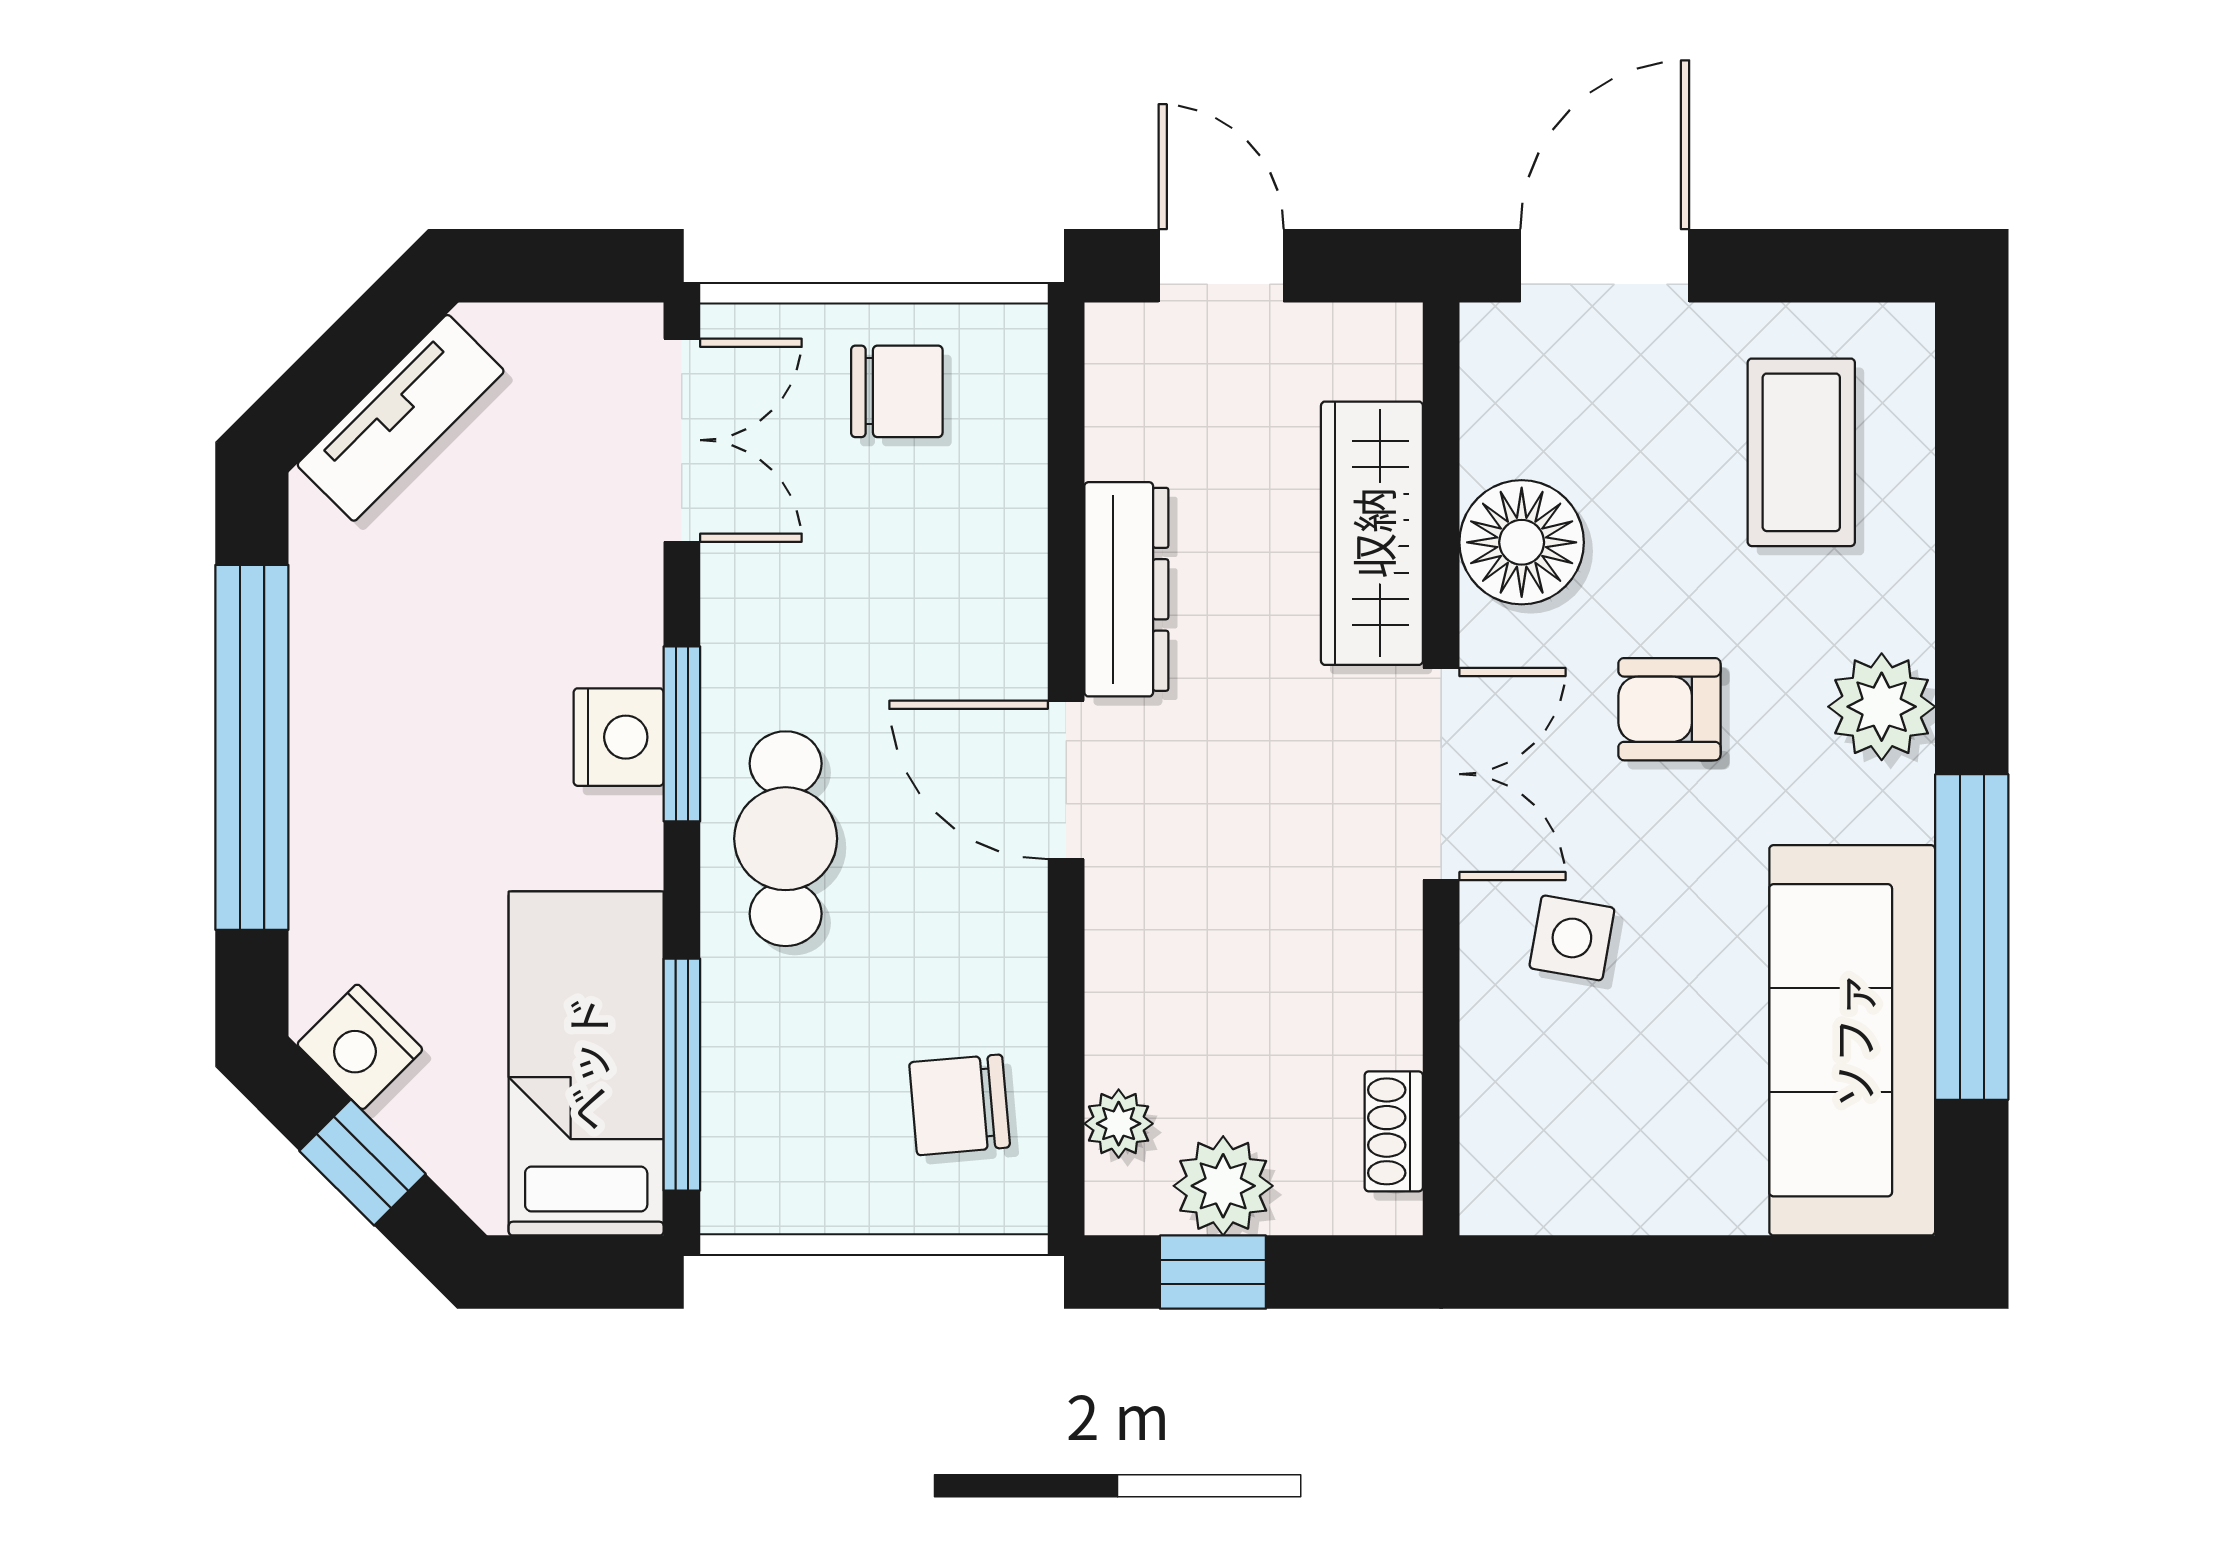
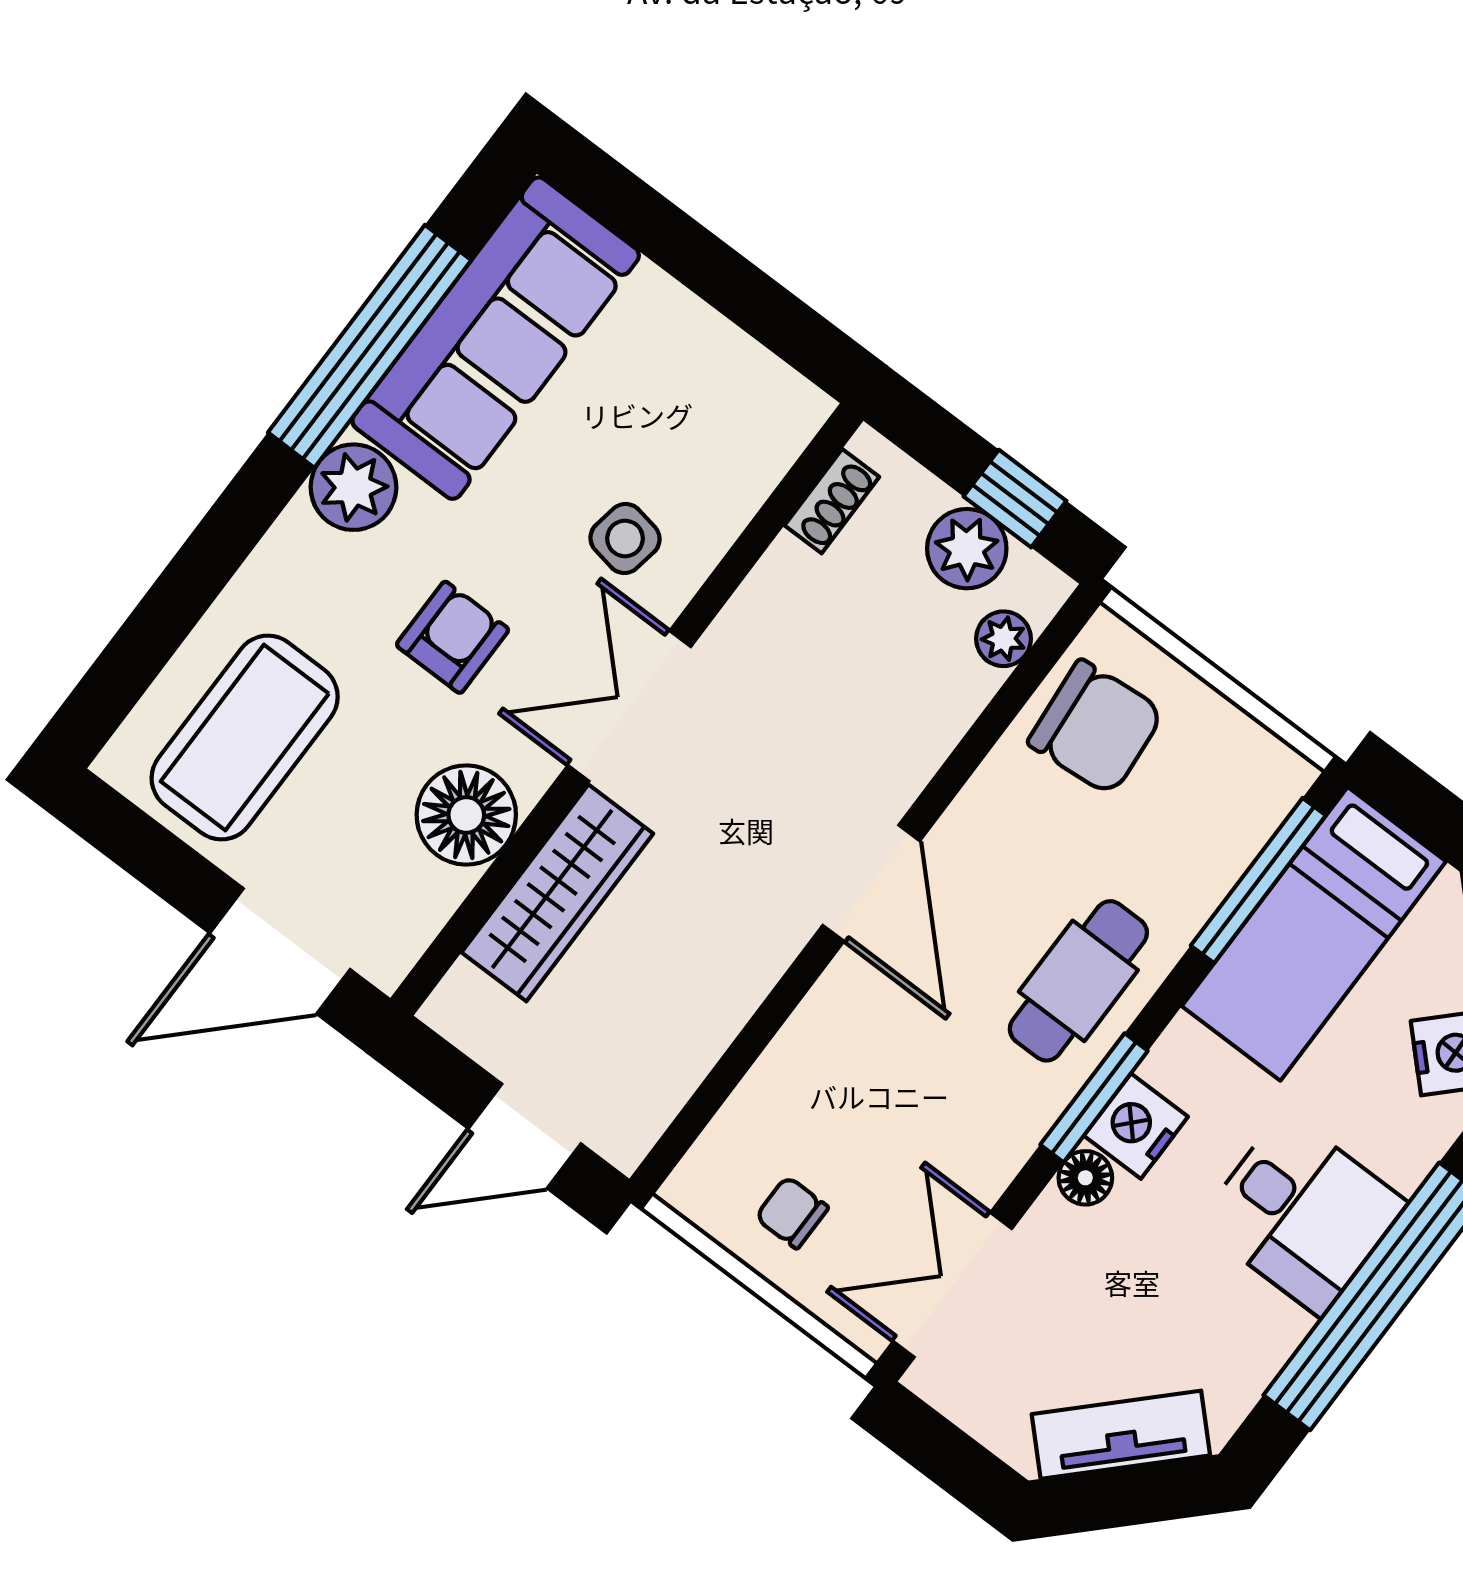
door: (1221, 266) -> (525, 1136), hinge flipped
chair: (897, 391) -> (792, 1212), width x0.73, depth x0.73
coffee table: (1801, 452) -> (245, 738), width x1.36, depth x1.32
dresser: (1126, 589) -> (741, 976), removed
floor lamp: (630, 647) -> (1085, 1178), added
plant: (1882, 707) -> (353, 487), moved
armchair: (1669, 709) -> (453, 637), turned -90
desk: (387, 776) -> (1302, 1213), added
chair: (960, 1105) -> (1096, 727), width x1.37, depth x1.37

